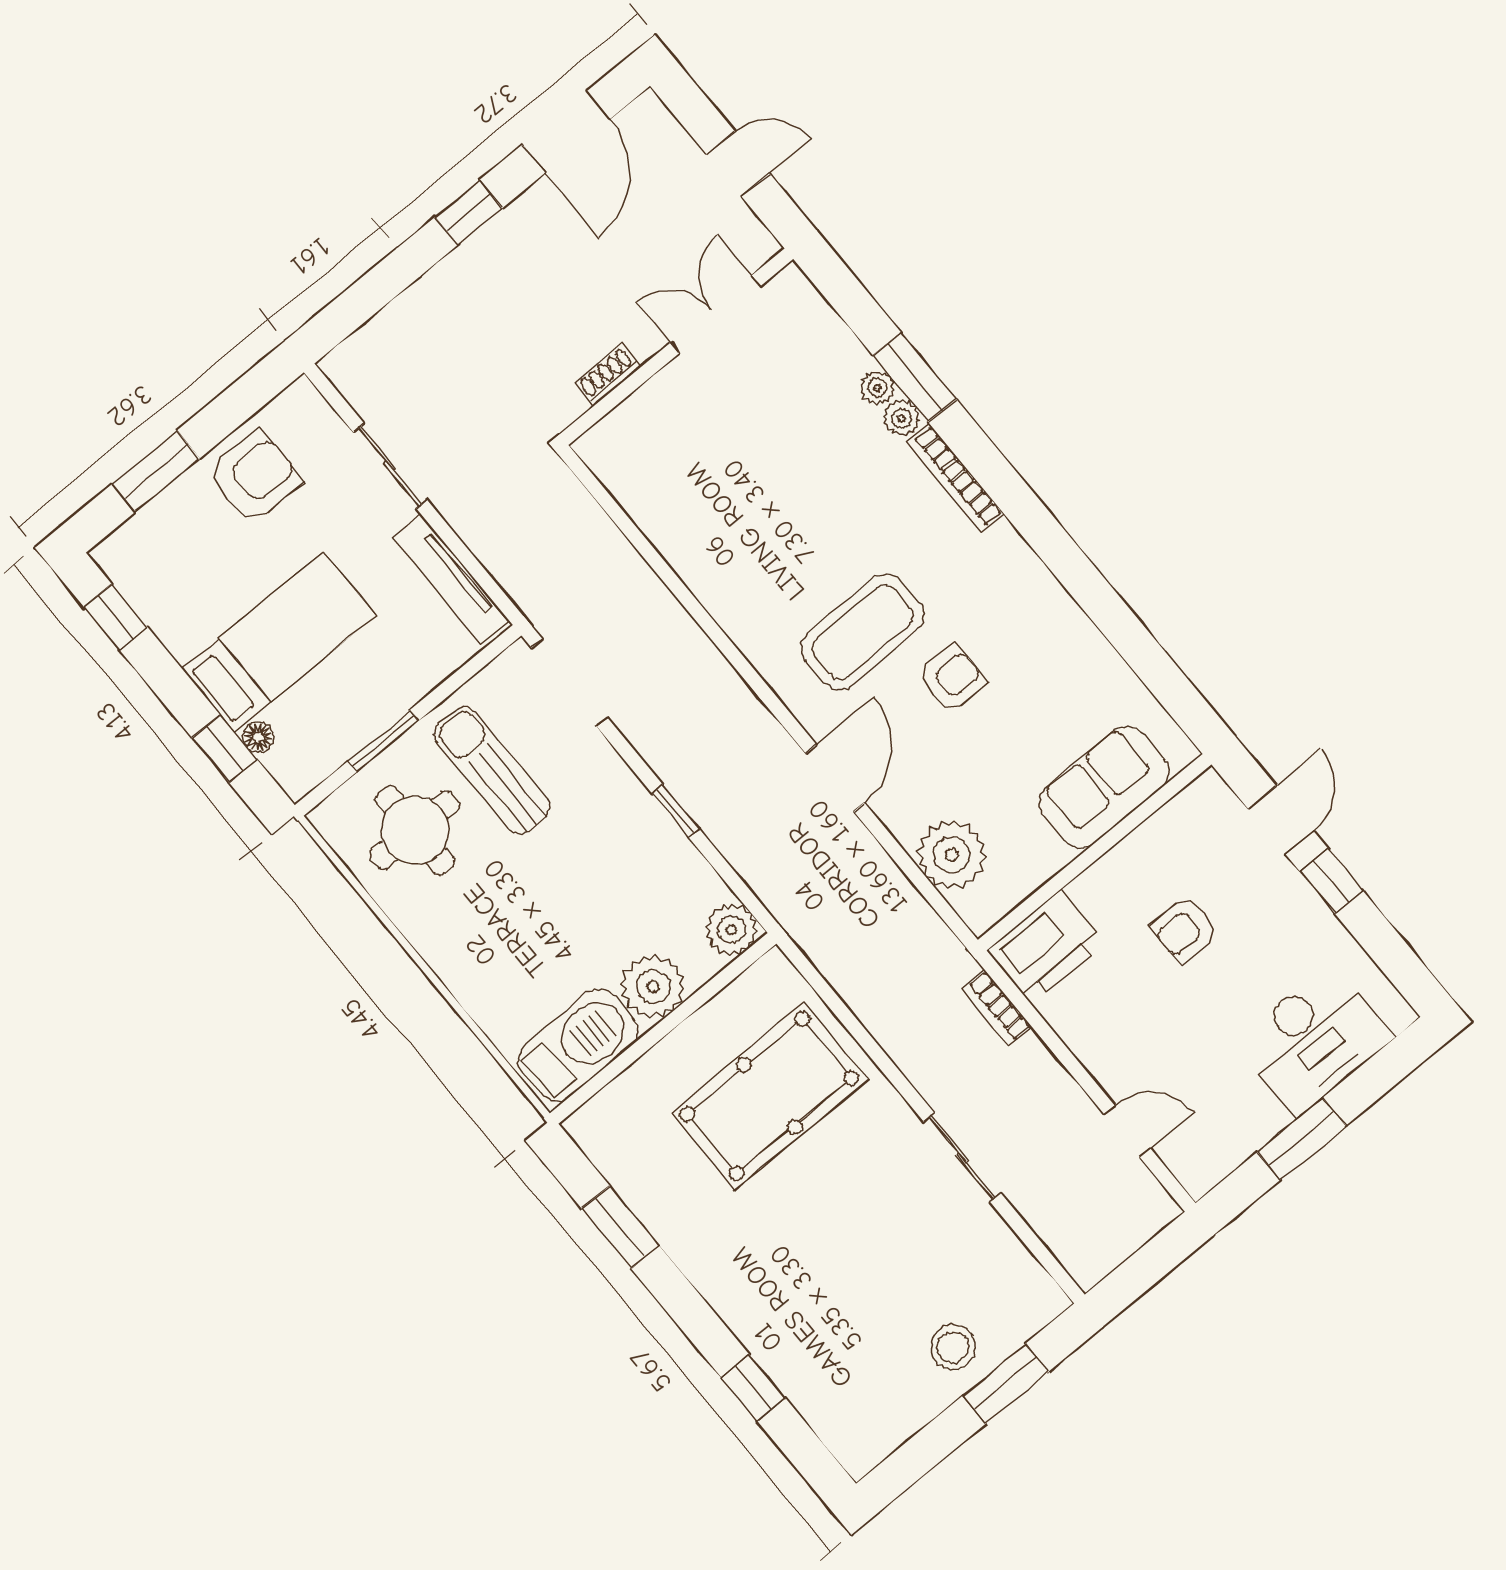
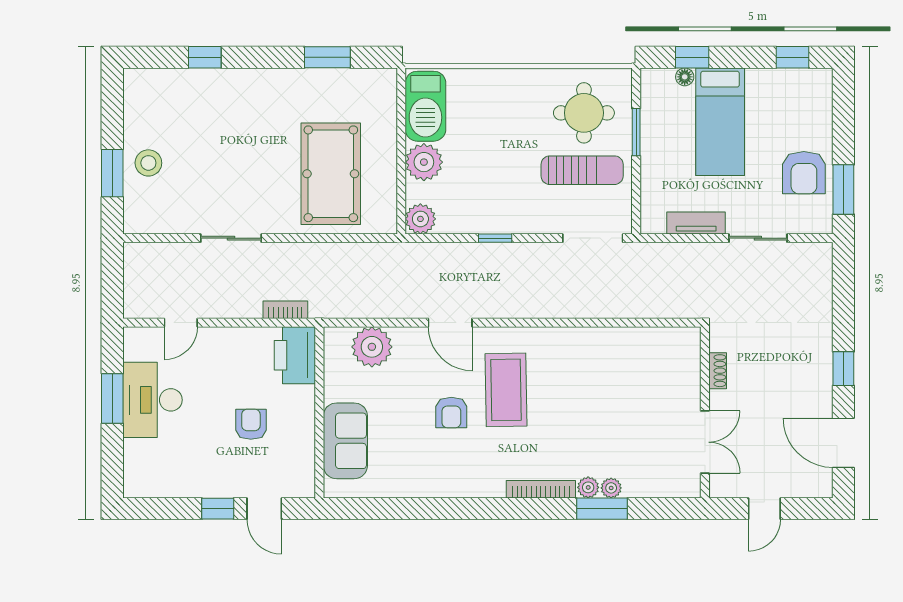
window: (156, 471) -> (843, 189), moved
tv unit: (451, 579) -> (696, 223), width x0.71
desk: (1314, 1040) -> (152, 400), moved

